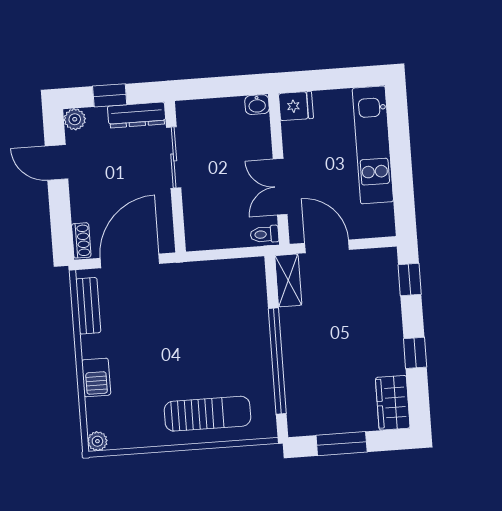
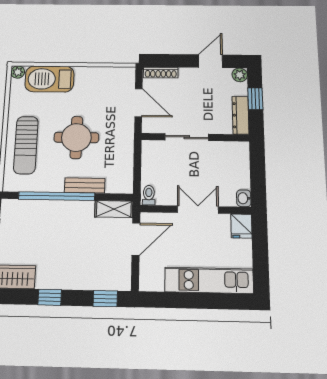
sliding door: (174, 157) -> (187, 137), moved
double door: (280, 187) -> (198, 210), moved
shoe rack: (81, 240) -> (161, 73), width x1.43
door: (130, 261) -> (139, 103), width x0.73
bench: (88, 306) -> (85, 185), moved
round table: (190, 344) -> (76, 137), added
barbecue: (96, 377) -> (49, 79), width x1.88, depth x1.53

